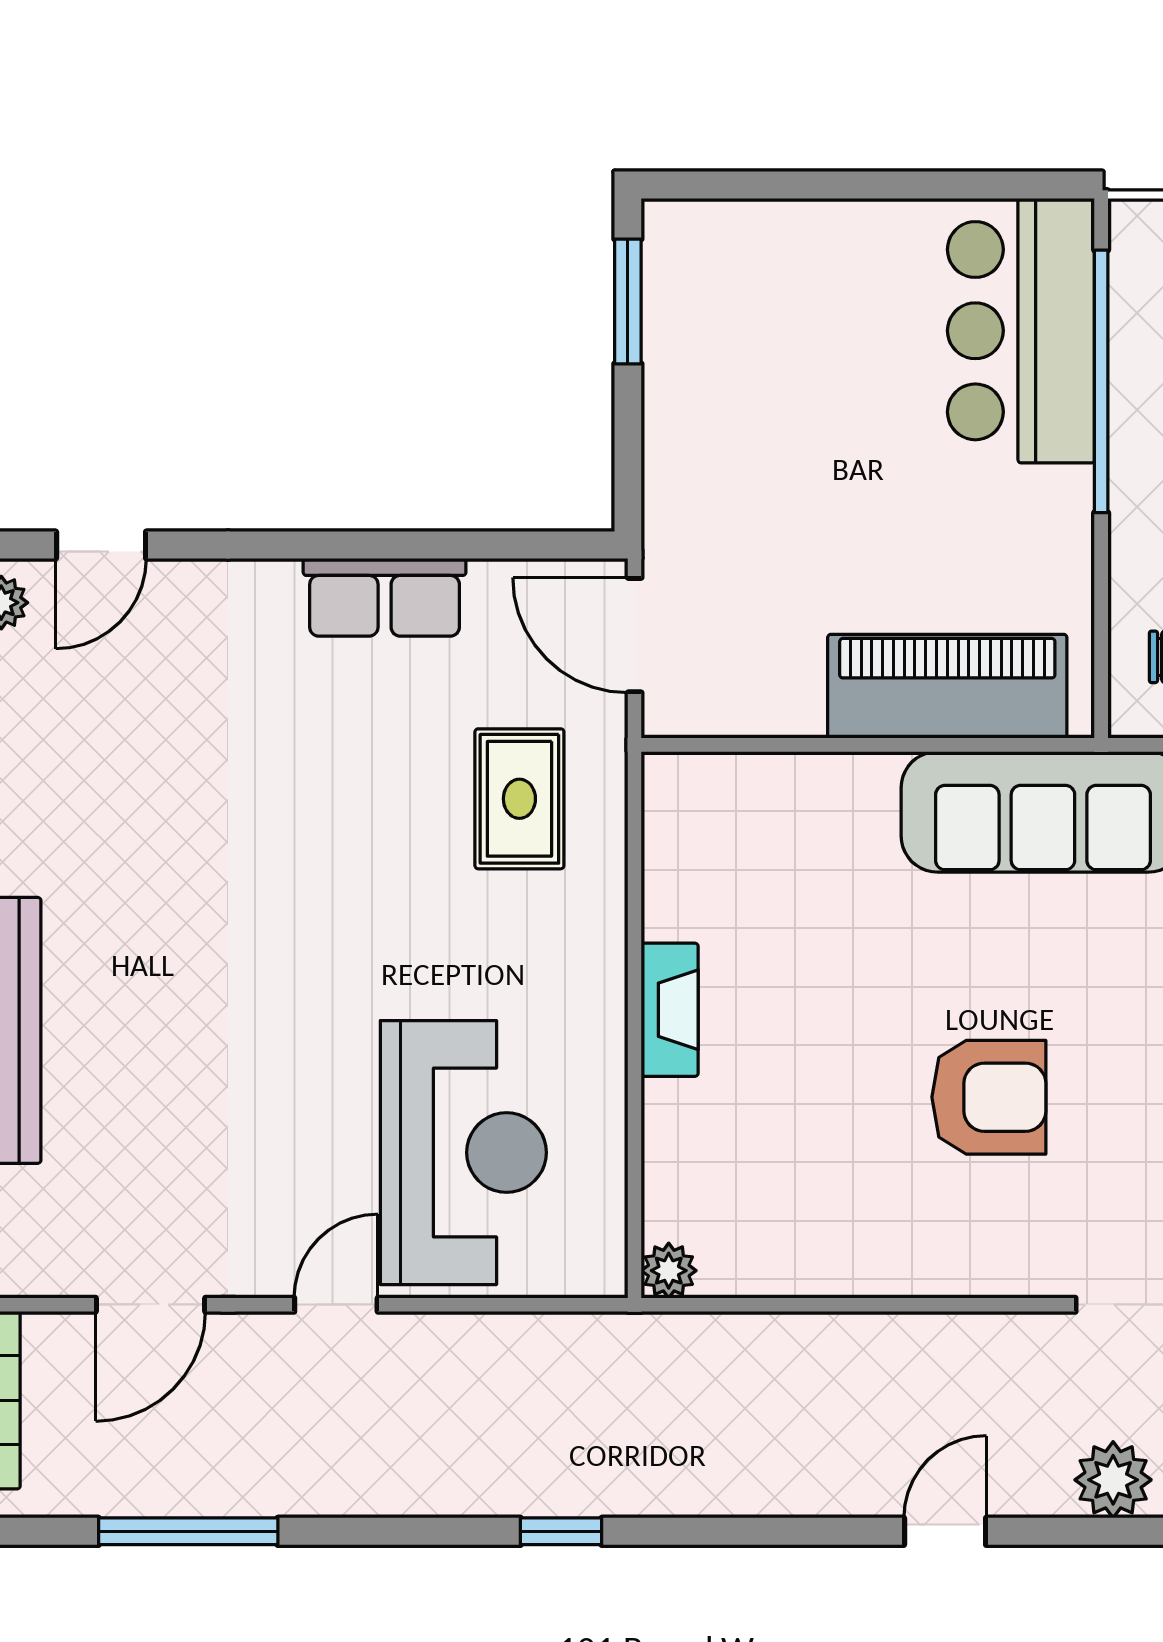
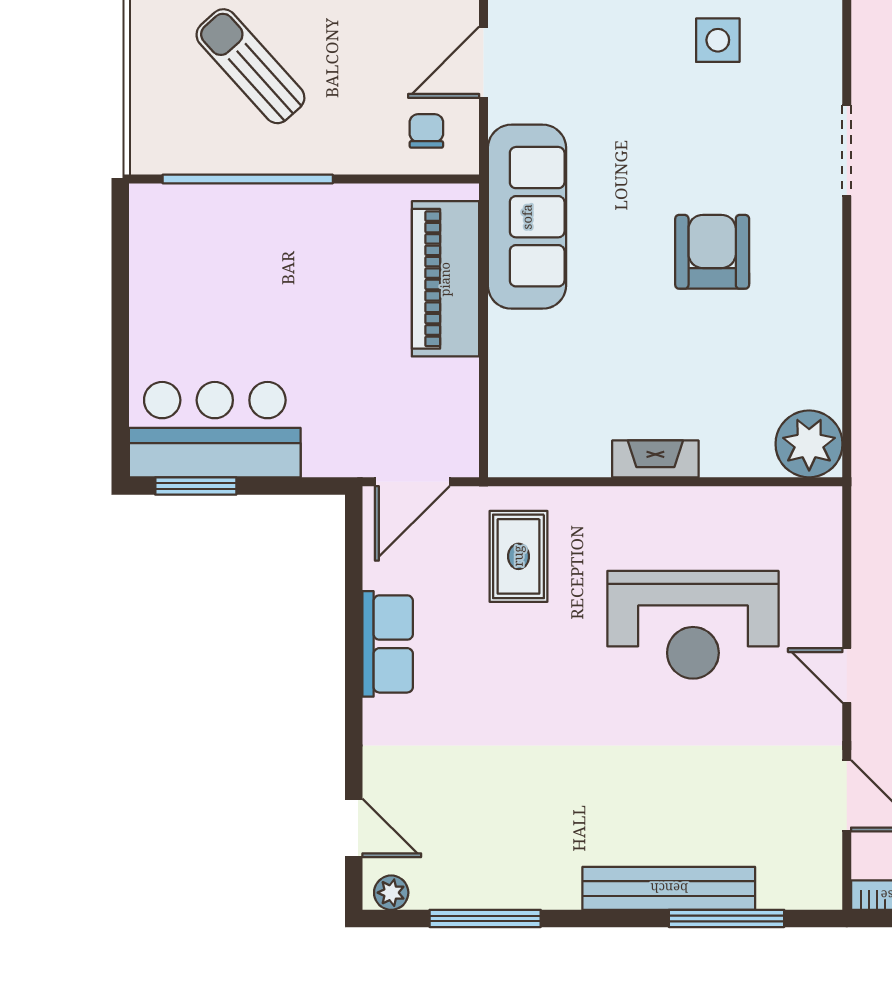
bar counter: (1021, 331) -> (215, 430), moved, turned 180
rug: (519, 799) -> (518, 556), turned 90
reception desk: (463, 1153) -> (693, 625), moved, turned 180
plant: (669, 1271) -> (809, 444), width x1.88, depth x1.88

